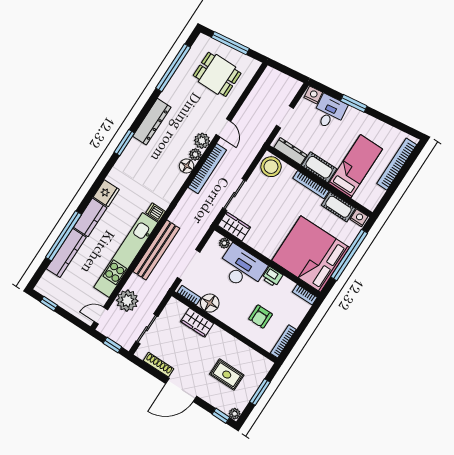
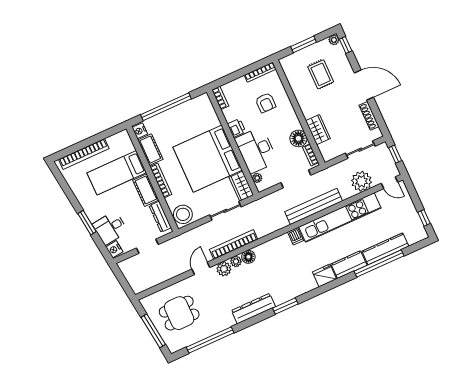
dining table: (217, 74) -> (179, 313), turned 90
bed: (311, 254) -> (208, 159), moved, turned 90
armchair: (261, 317) -> (266, 103), turned 90

